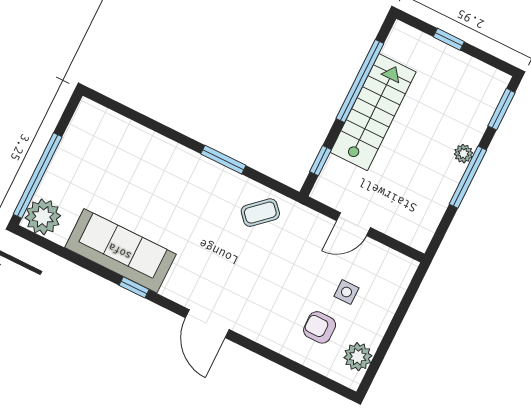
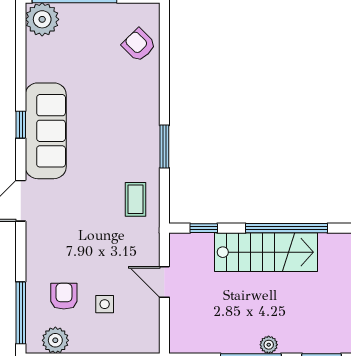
armchair: (113, 136) -> (139, 45), added
coffee table: (260, 213) -> (135, 199), turned 42
sofa: (120, 251) -> (46, 131), moved
window: (315, 377) -> (21, 313), added

